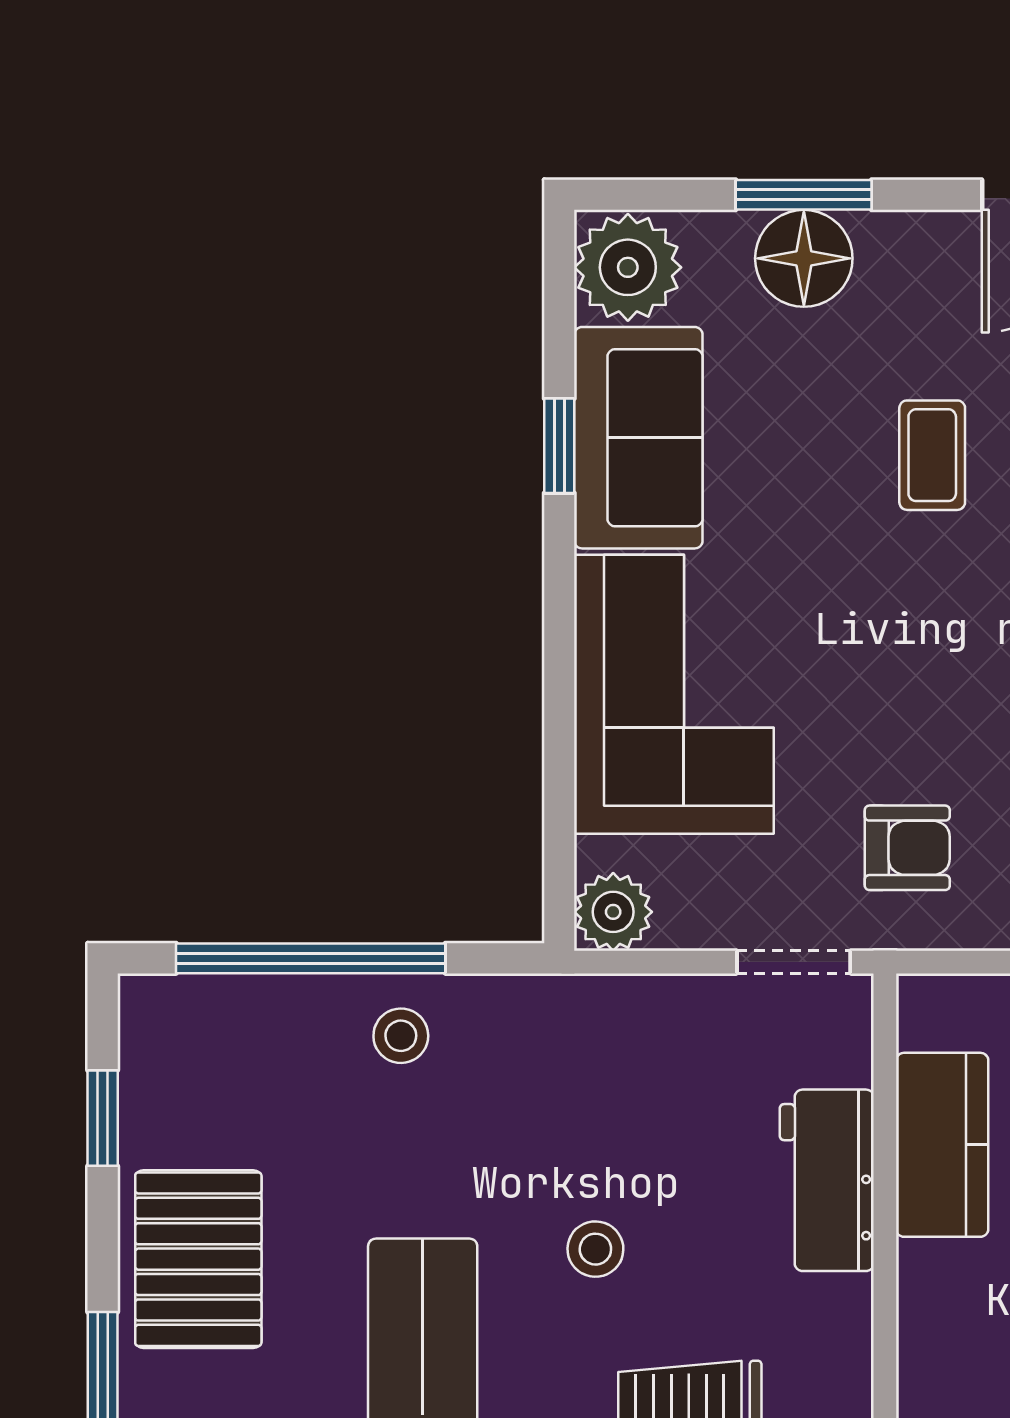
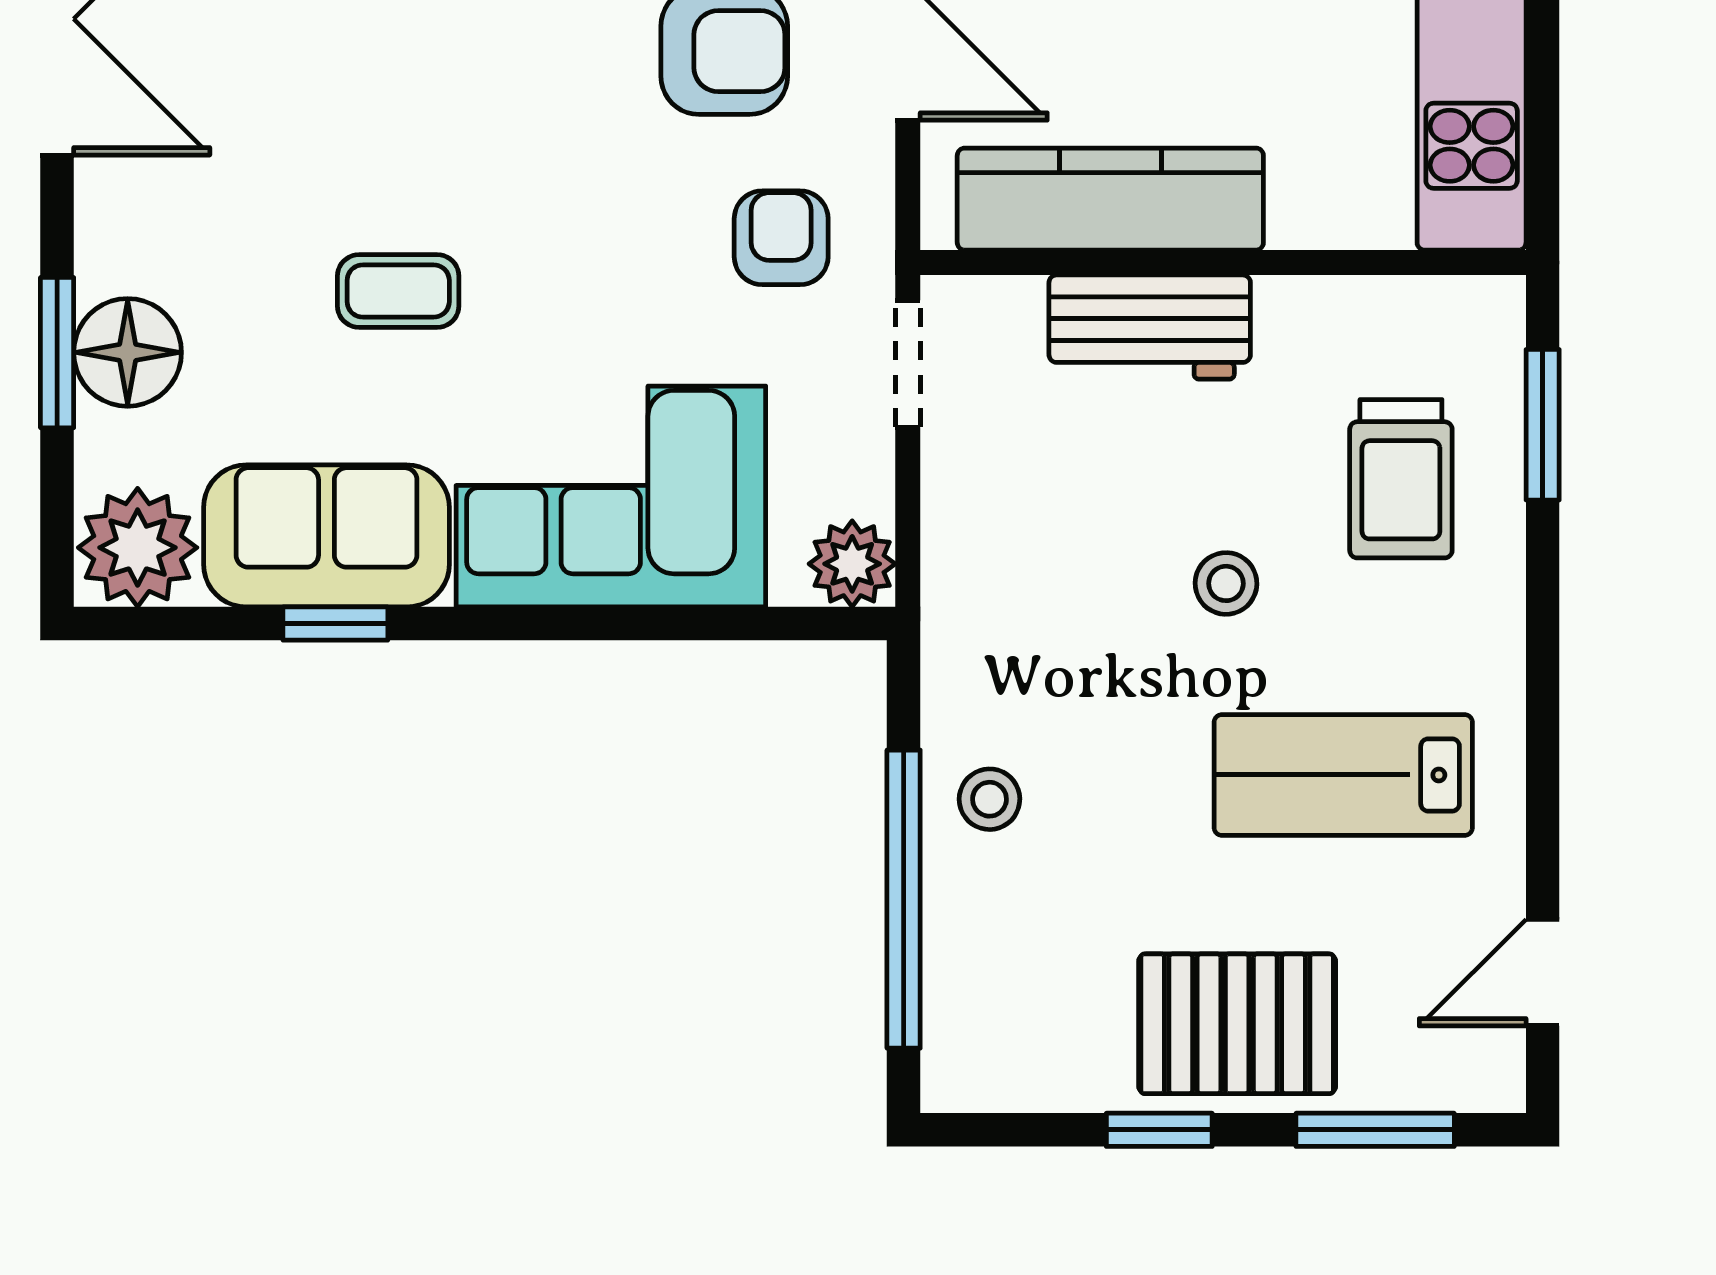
coffee table: (932, 455) -> (398, 291), moved
window: (103, 1118) -> (1159, 1130), moved
kitchen counter: (942, 1145) -> (1110, 199), width x1.50

